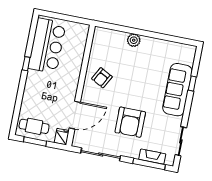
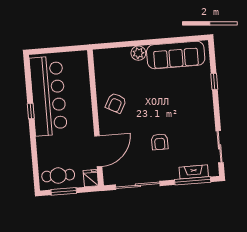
bar counter: (47, 46) -> (48, 96), width x1.36
sofa: (177, 90) -> (176, 55), moved, turned -90
armchair: (130, 122) -> (160, 142), width x0.53, depth x0.53

